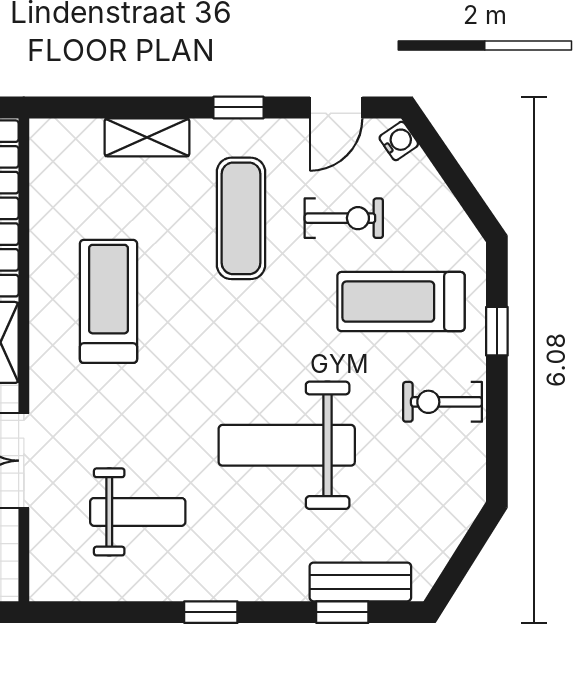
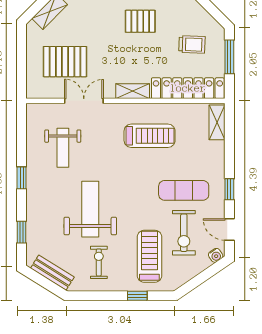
shelving: (147, 137) -> (217, 122), moved
exercise bike: (344, 218) -> (184, 233), width x1.38, depth x1.39
exercise bike: (443, 402) -> (99, 262), moved
bench: (360, 582) -> (52, 273), moved, turned -58

